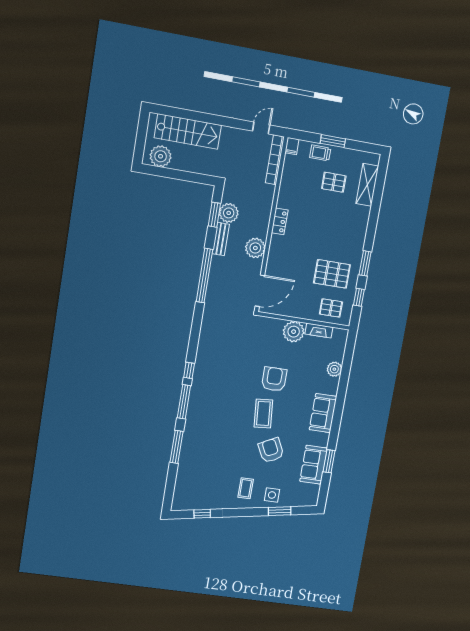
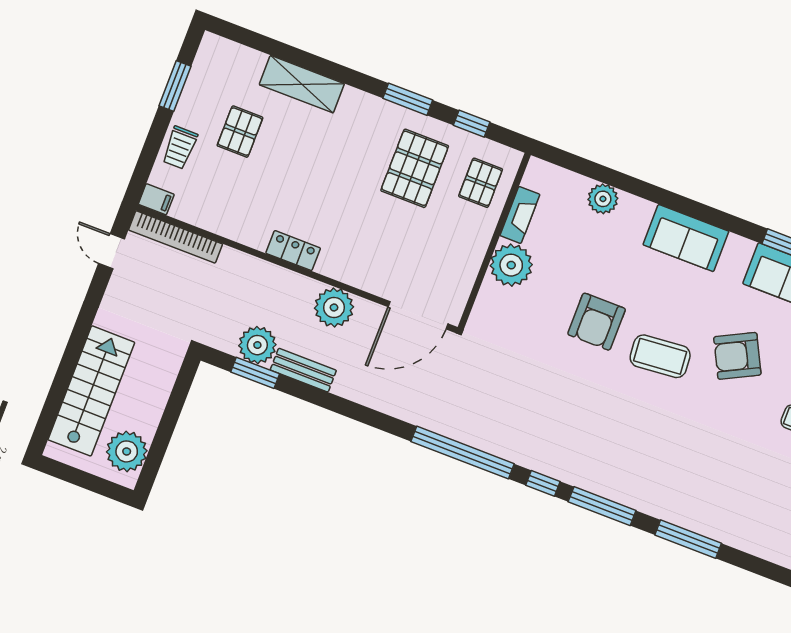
window: (333, 141) -> (175, 86), moved
shelving: (367, 185) -> (302, 84), moved
window: (204, 276) -> (463, 453), moved
door: (260, 291) -> (418, 315), swing flipped
armchair: (274, 379) -> (597, 322), turned -90

